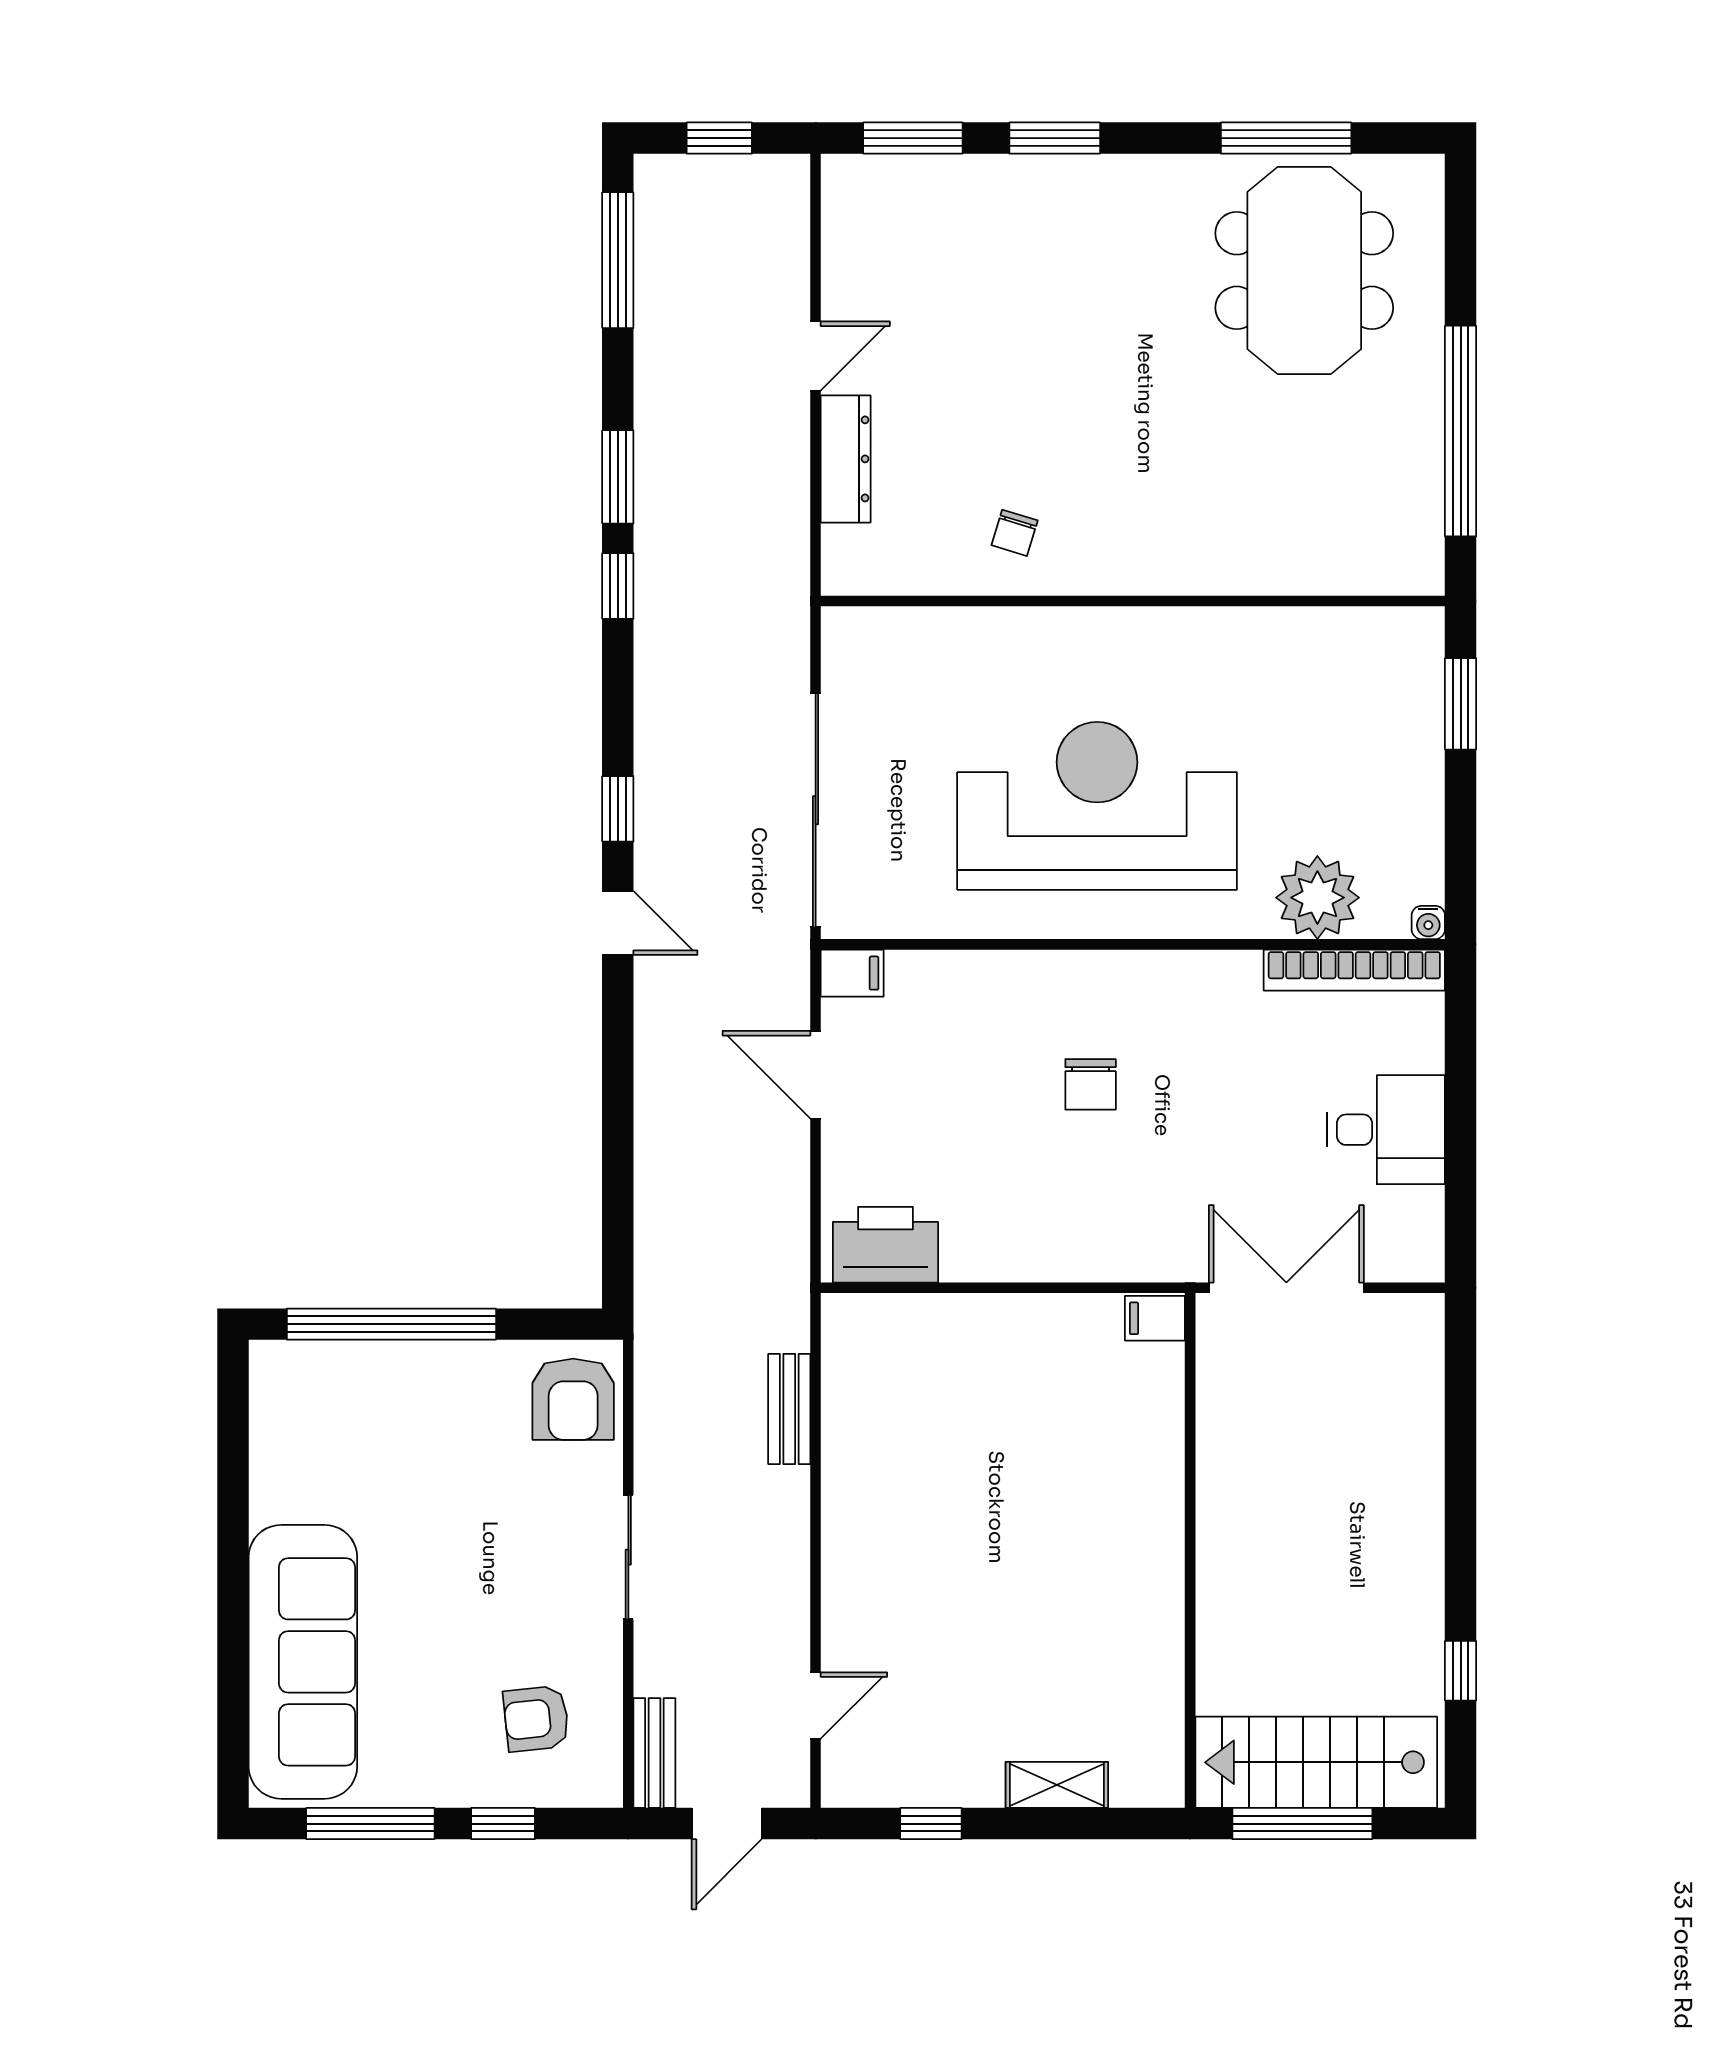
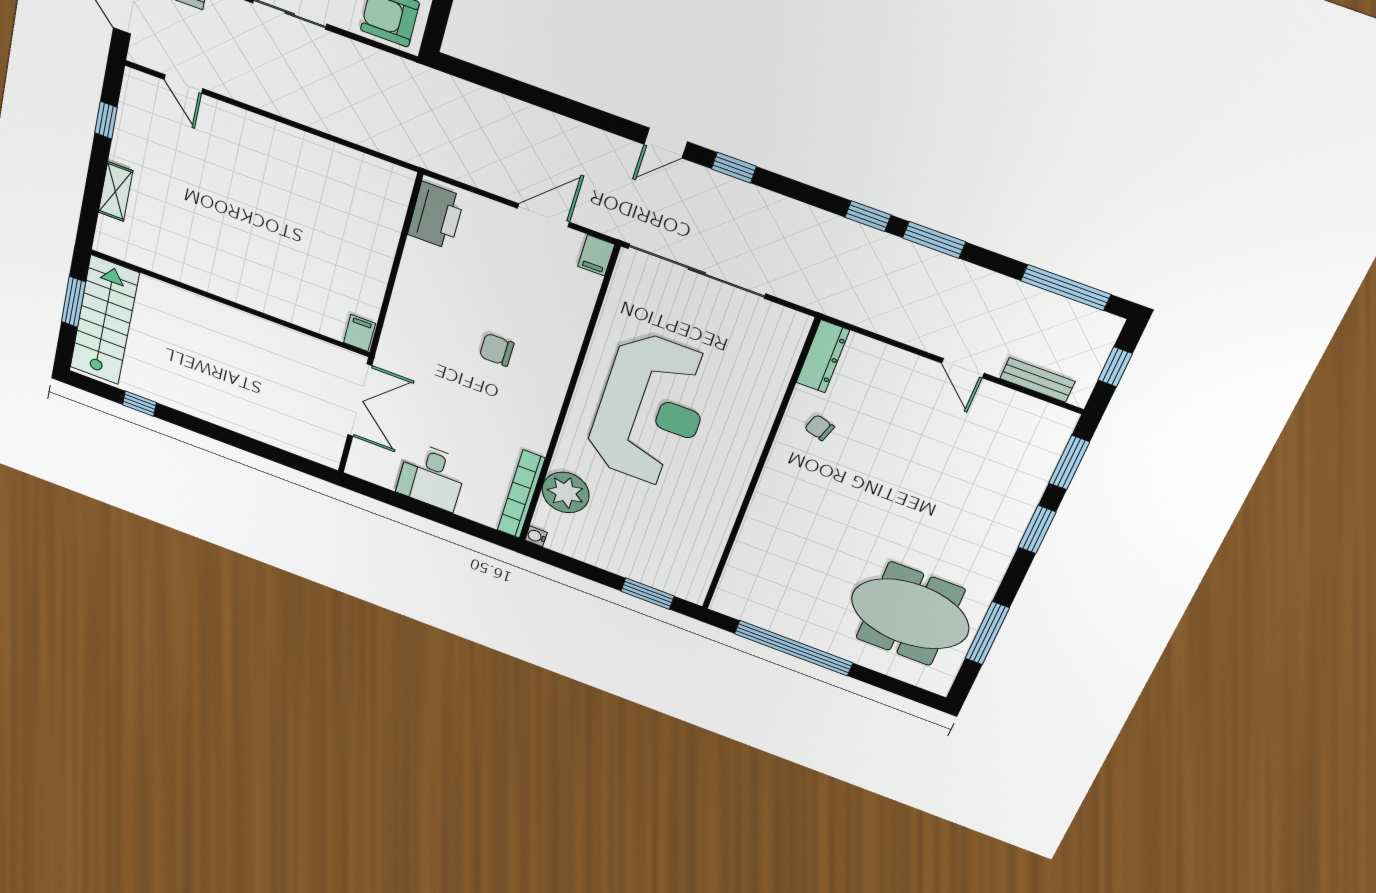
dresser: (846, 459) -> (823, 356), moved, turned -90
bench: (789, 1409) -> (1038, 380), moved
window: (1302, 1824) -> (73, 302), width x0.69

